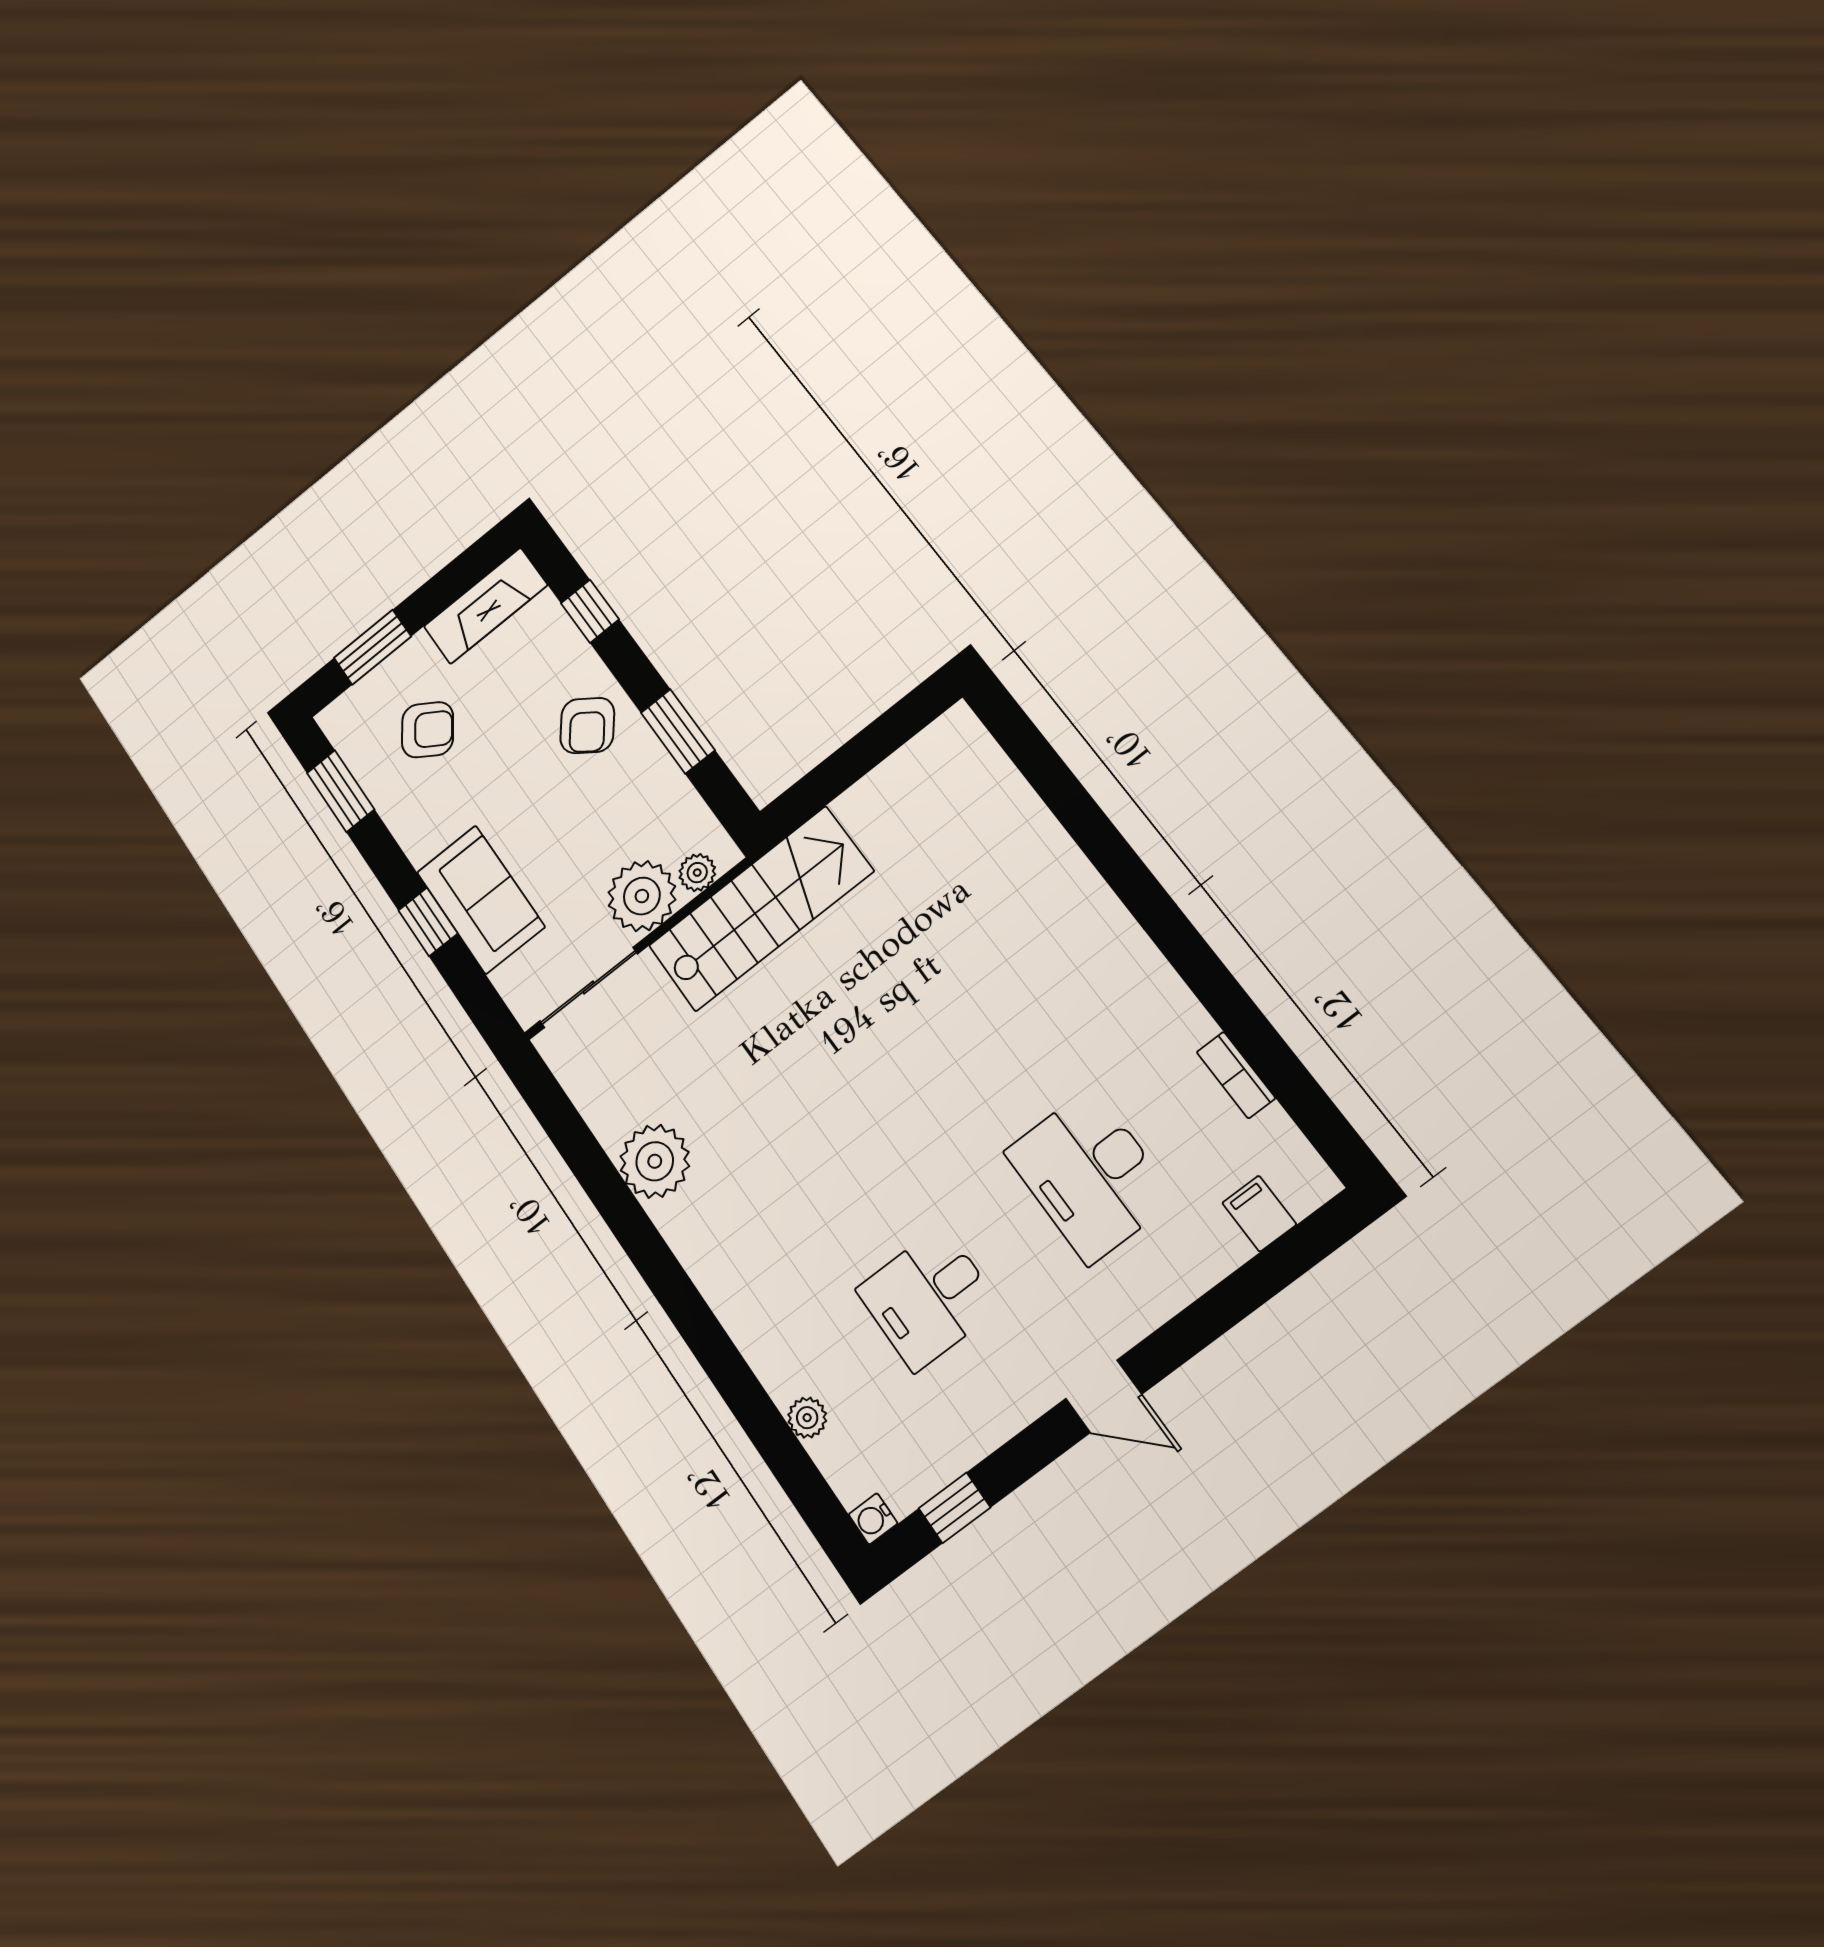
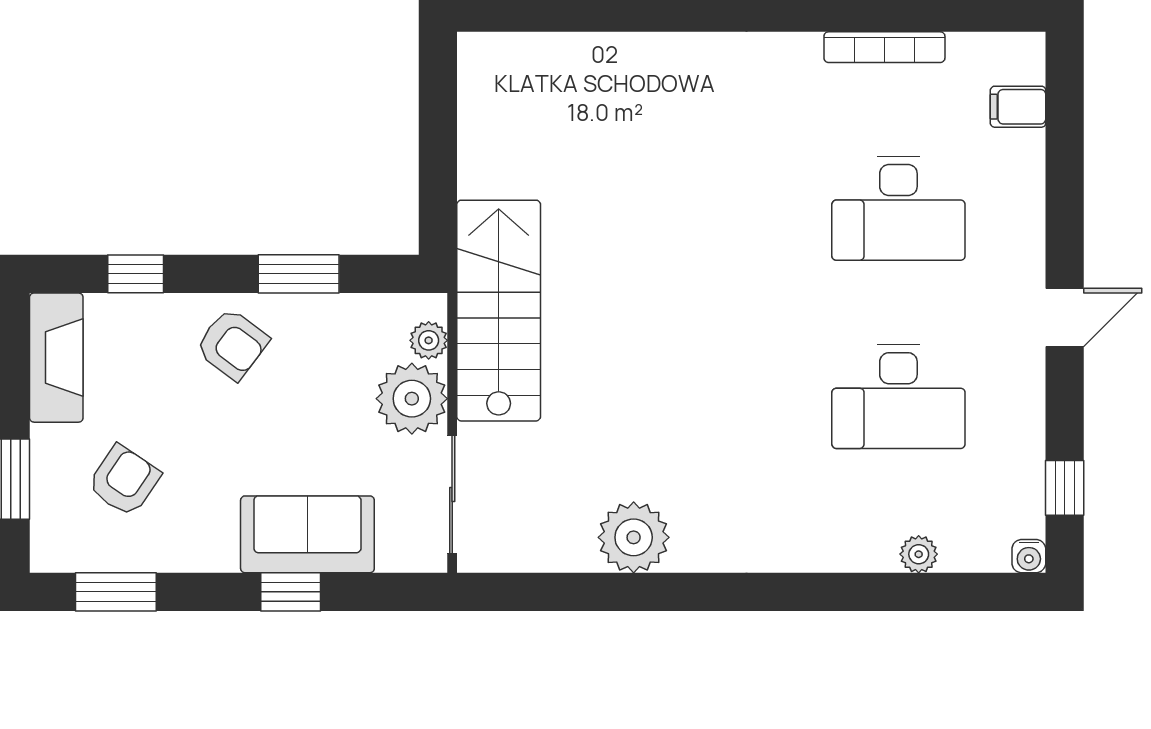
bookcase: (1236, 1075) -> (884, 47), width x1.56
desk: (928, 1298) -> (898, 396), width x1.37

